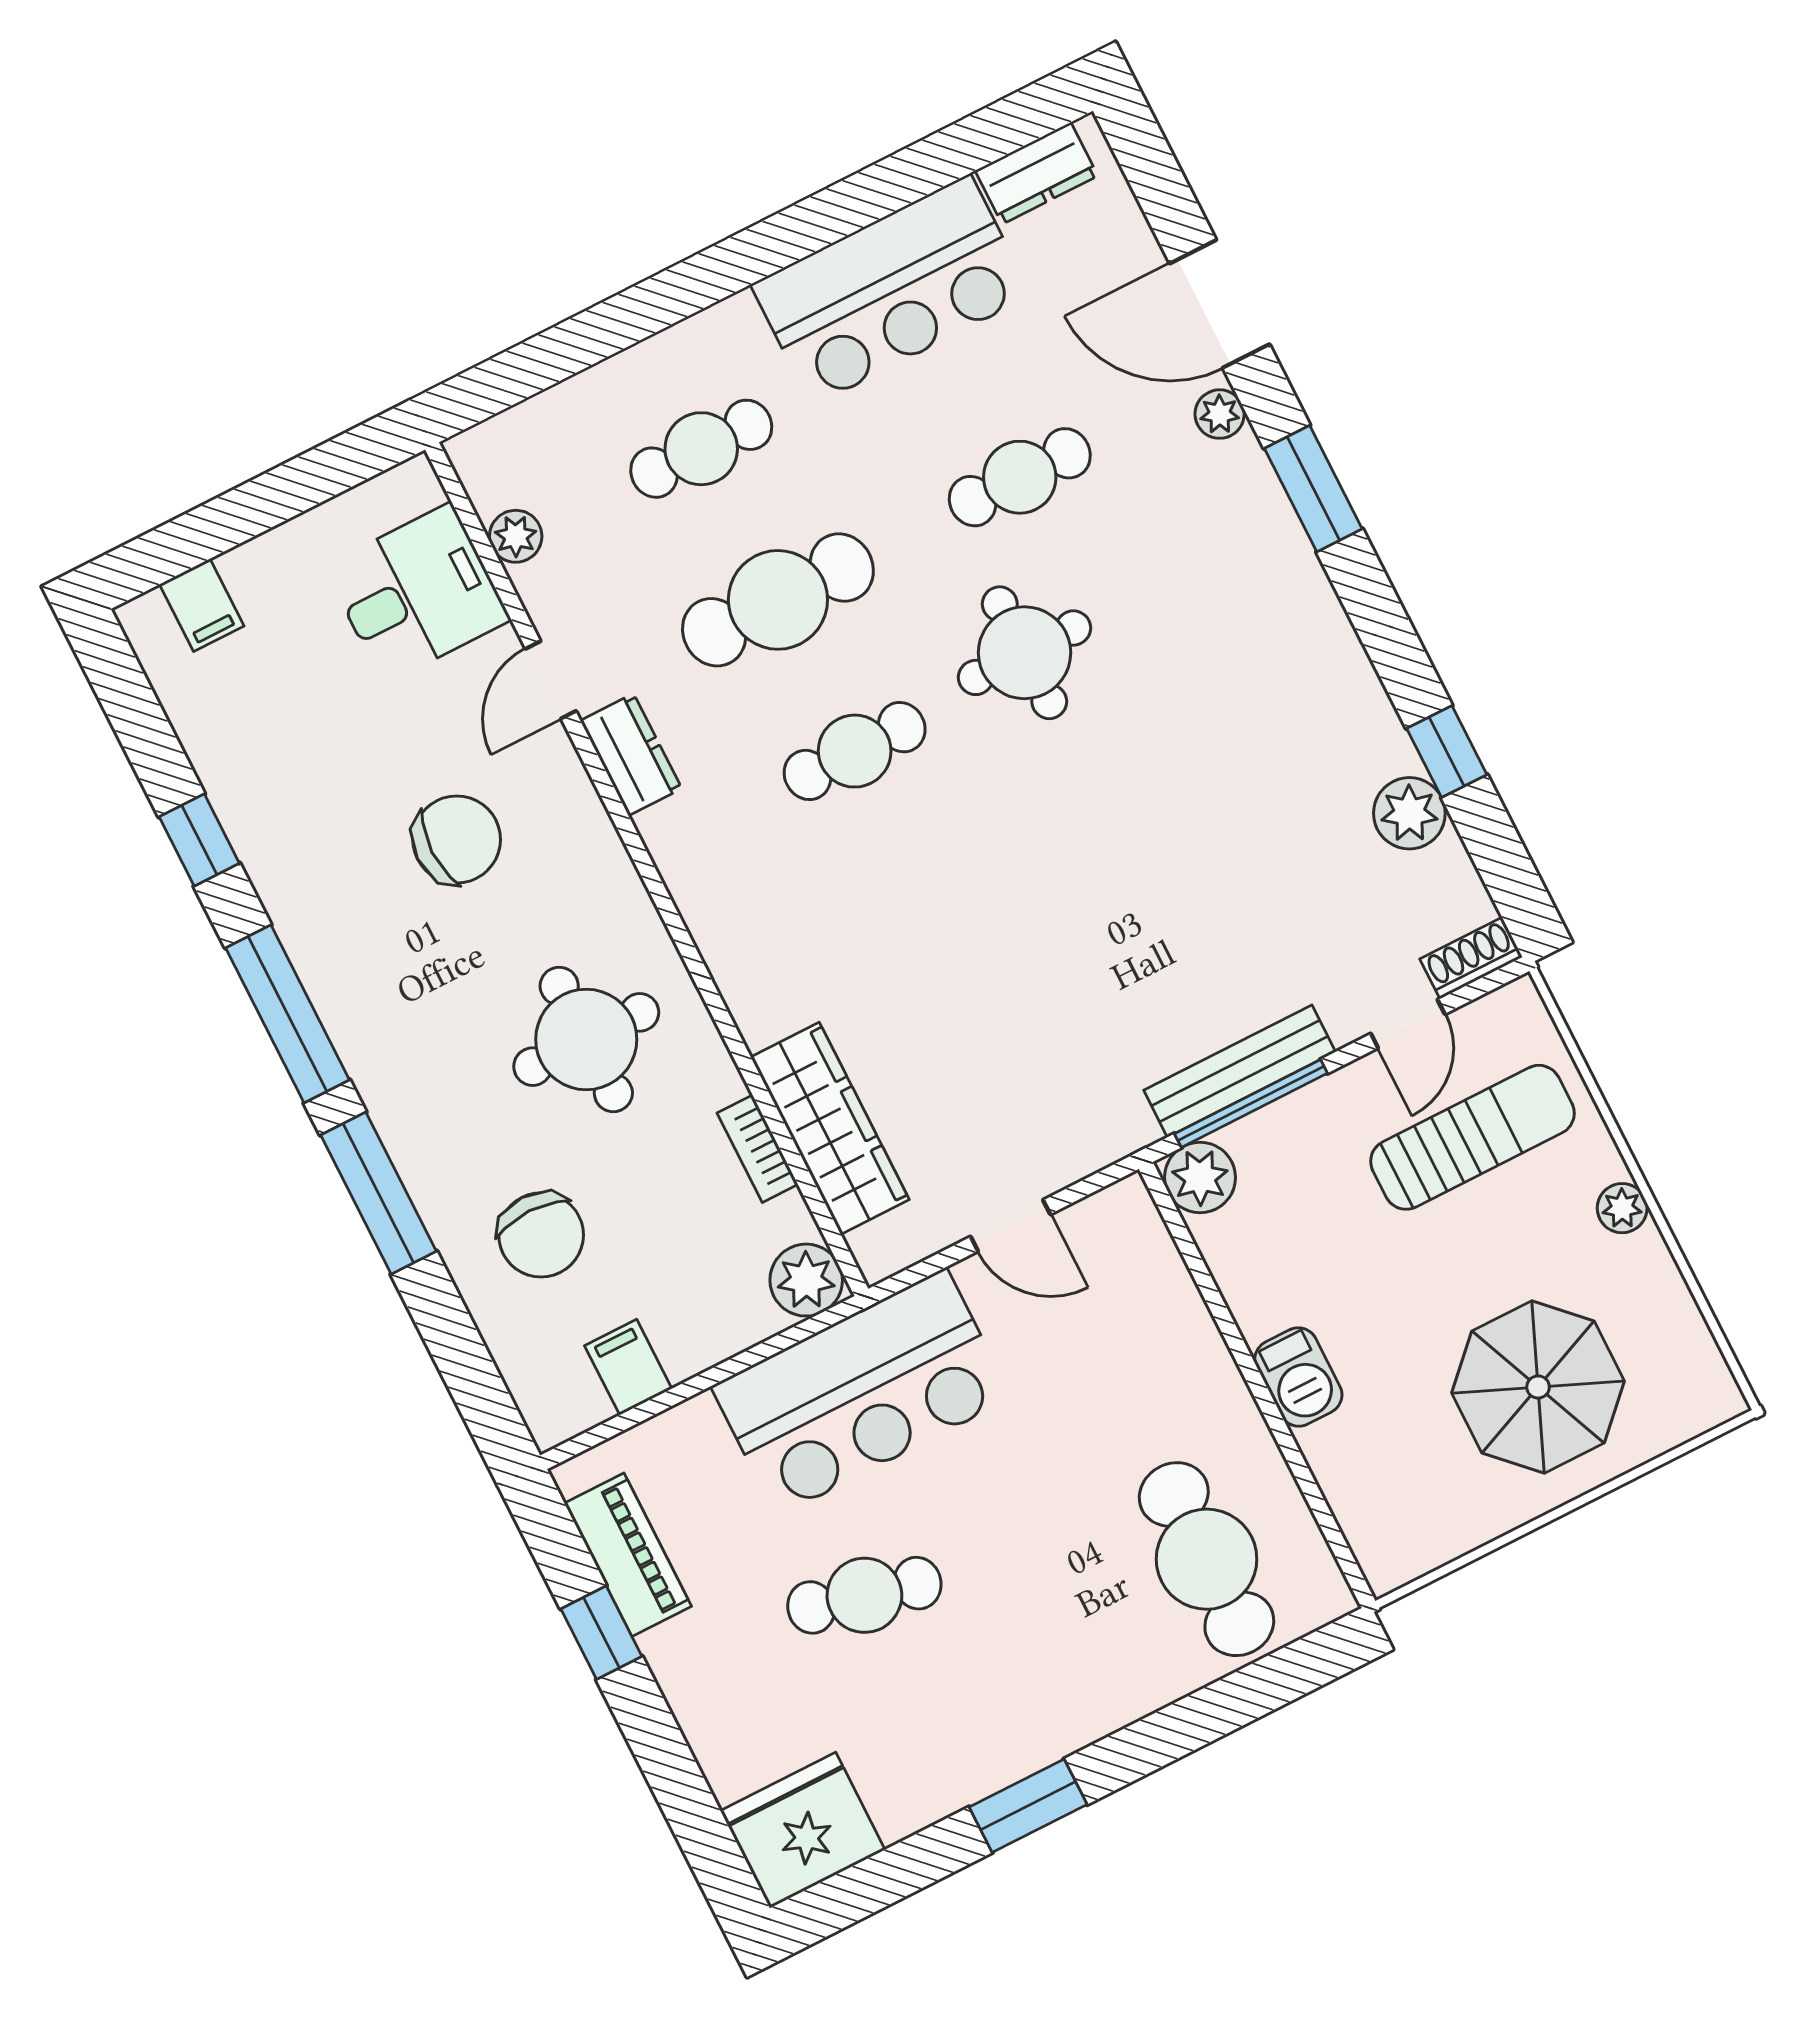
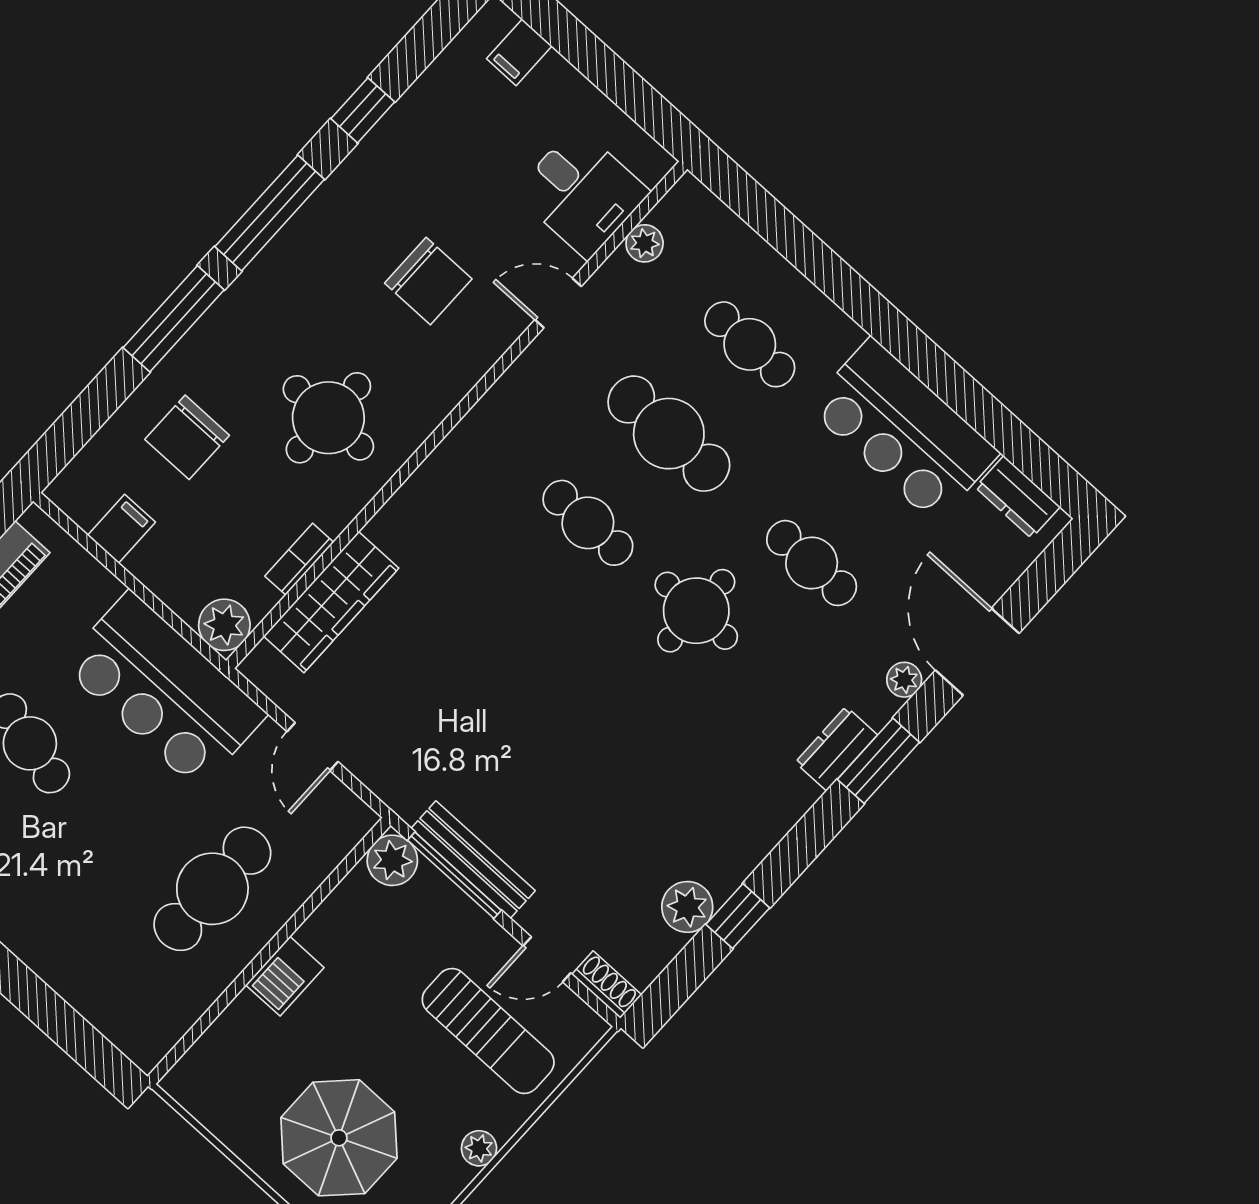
dresser: (631, 755) -> (836, 749), moved, turned 180
cafe table: (1207, 1559) -> (212, 889), moved

